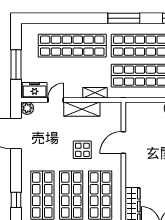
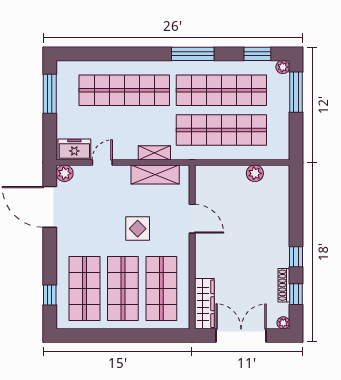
window: (16, 65) -> (50, 94), moved
shelving: (82, 109) -> (155, 174), moved
door: (123, 142) -> (192, 219), swing flipped

